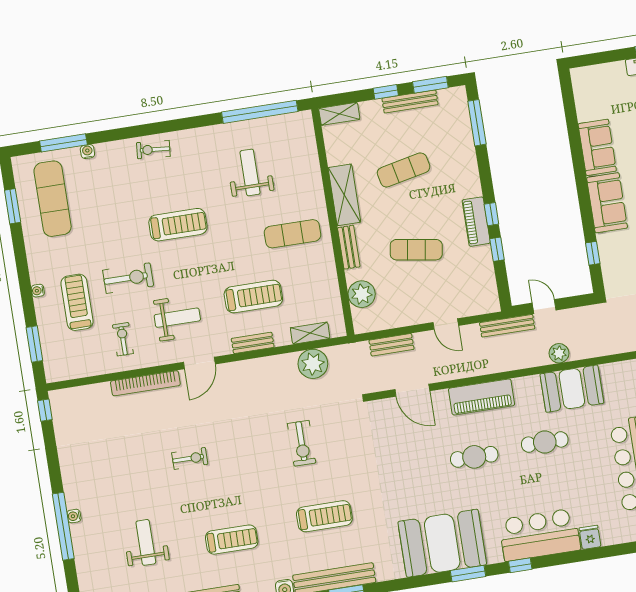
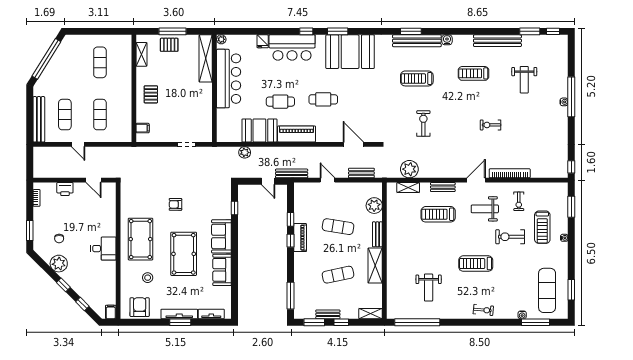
tv unit: (604, 71) -> (211, 314), added
bench: (410, 101) -> (328, 314), width x0.73
exercise mat: (292, 234) -> (409, 248), removed
plant: (559, 353) -> (245, 152), moved
piano: (482, 397) -> (297, 134), moved

